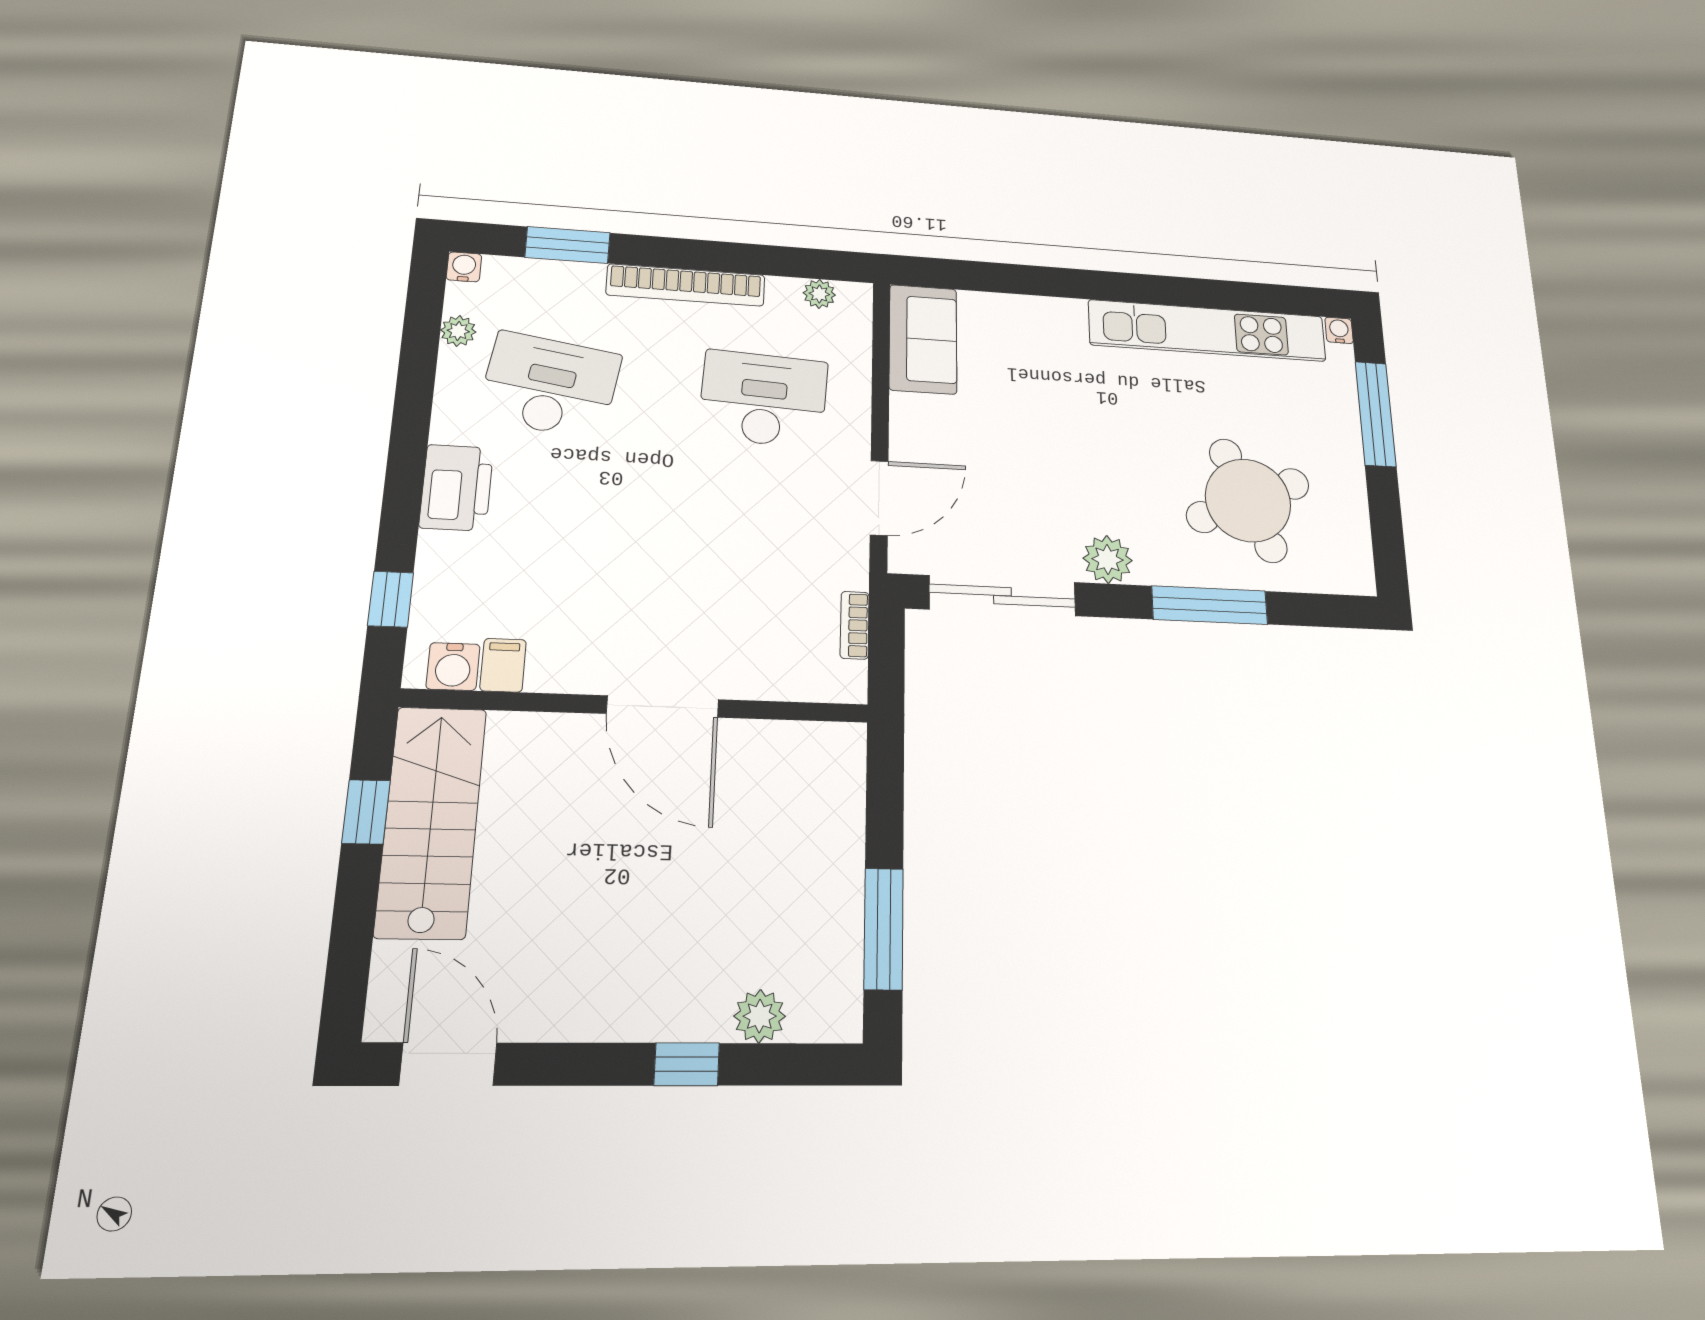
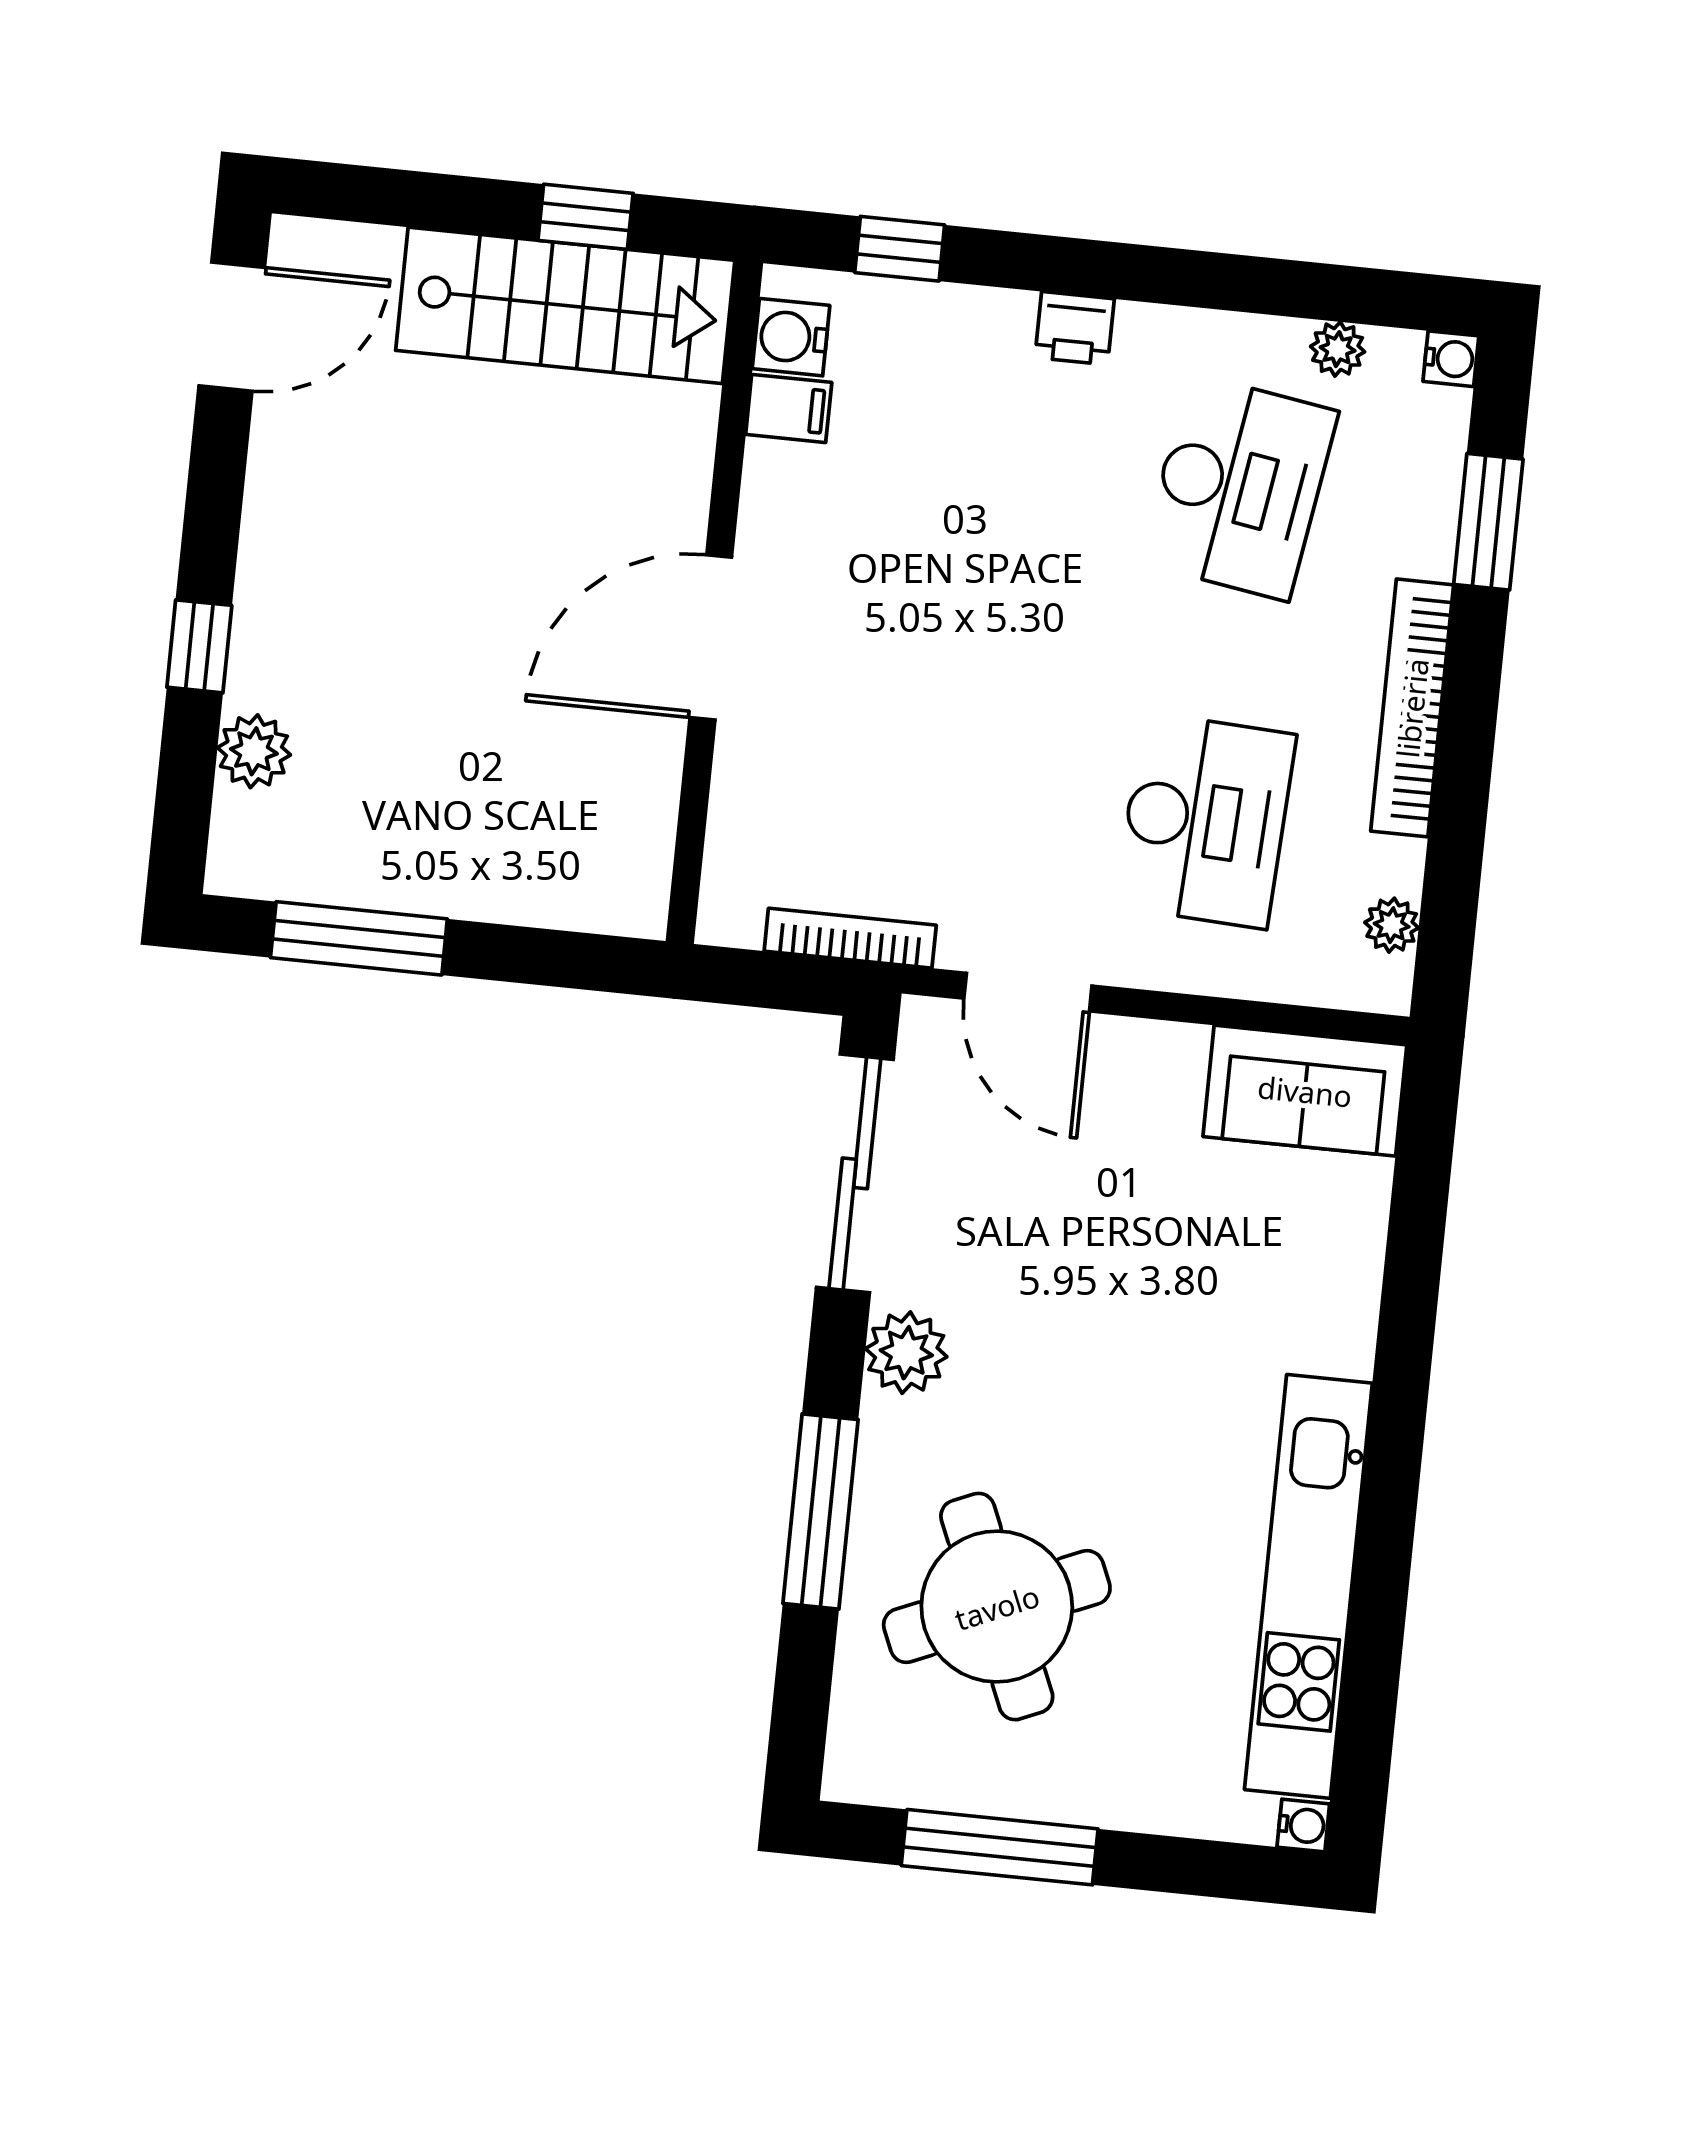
window: (1375, 414) -> (1000, 1847), moved
printer: (456, 488) -> (1075, 328), width x0.53, depth x0.68
bookcase: (855, 625) -> (850, 938), width x1.56

